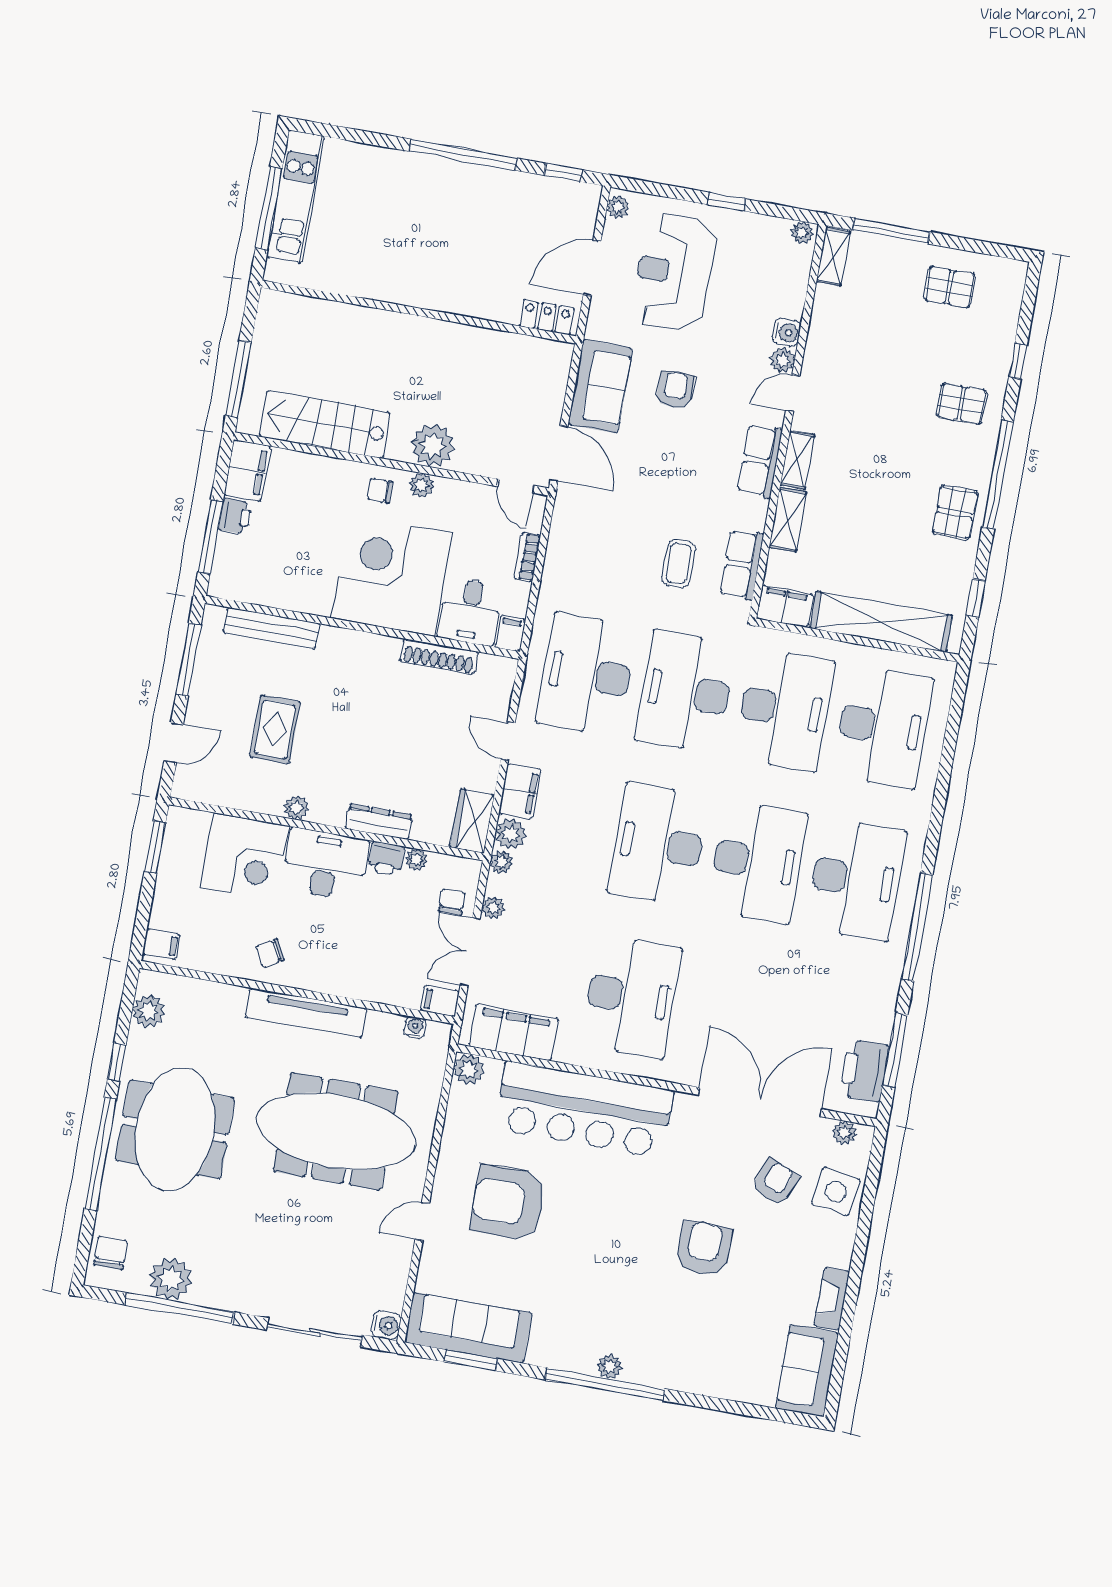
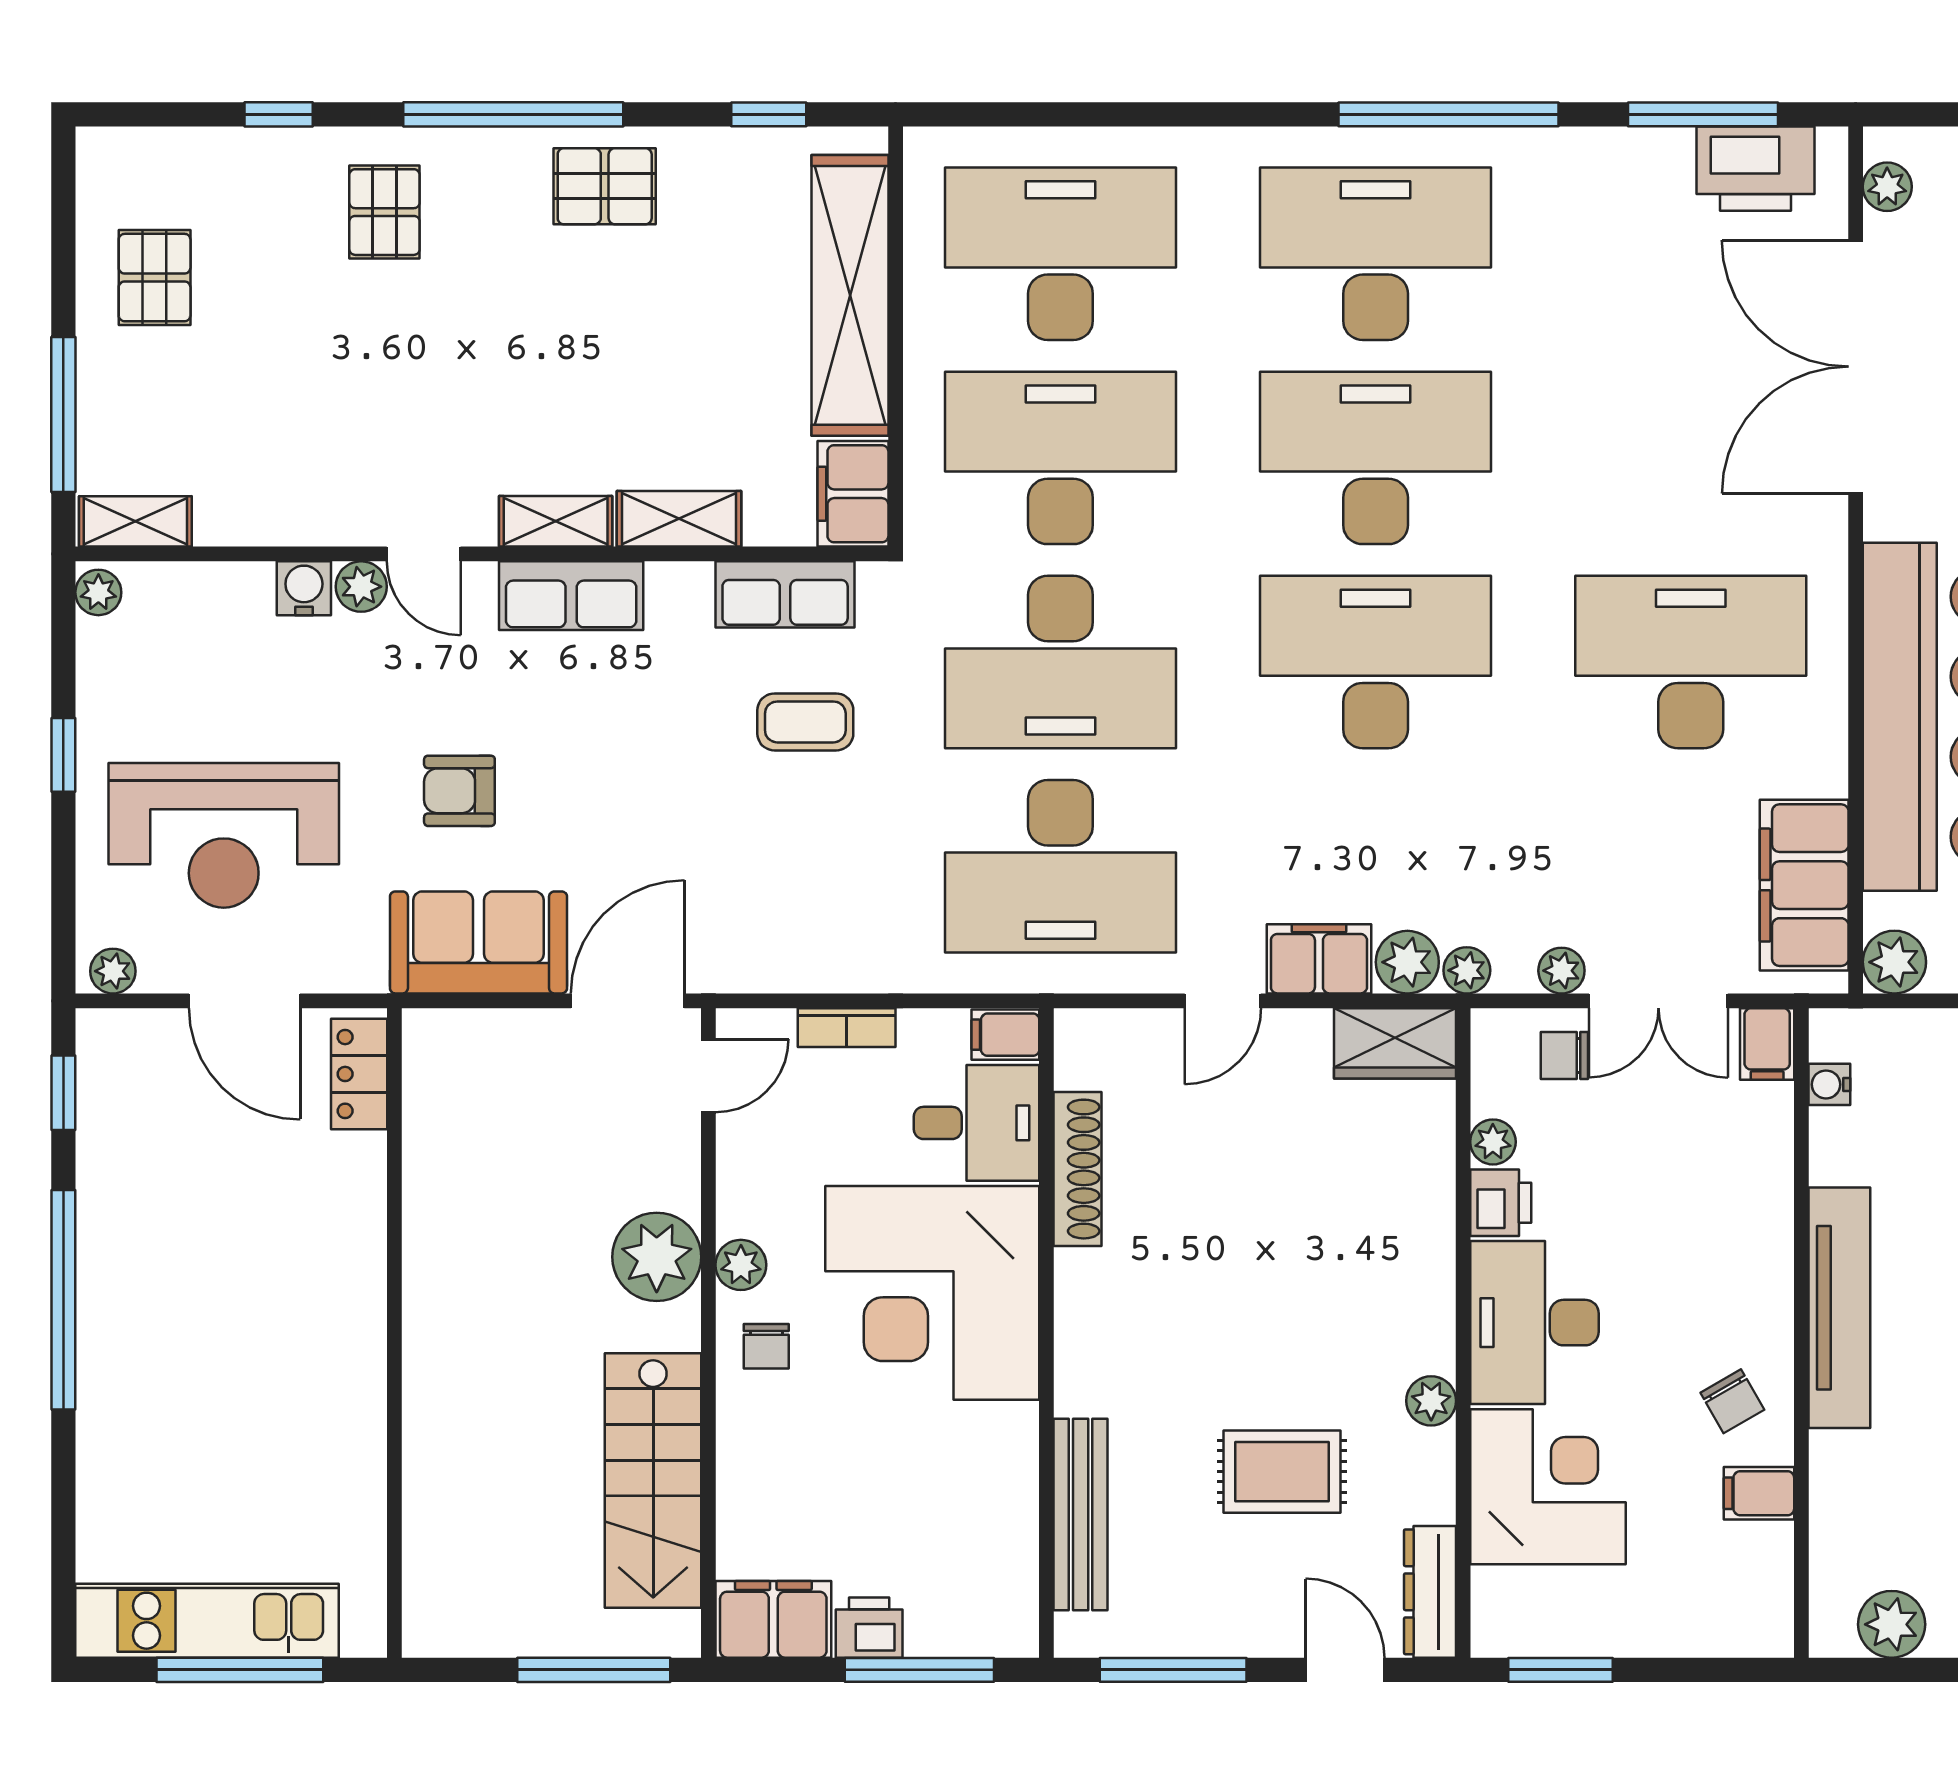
dresser: (379, 822) -> (1430, 1592), moved
desk: (658, 844) -> (1376, 662), turned 180
filing cabinet: (161, 944) -> (1759, 1493), moved, turned -90

